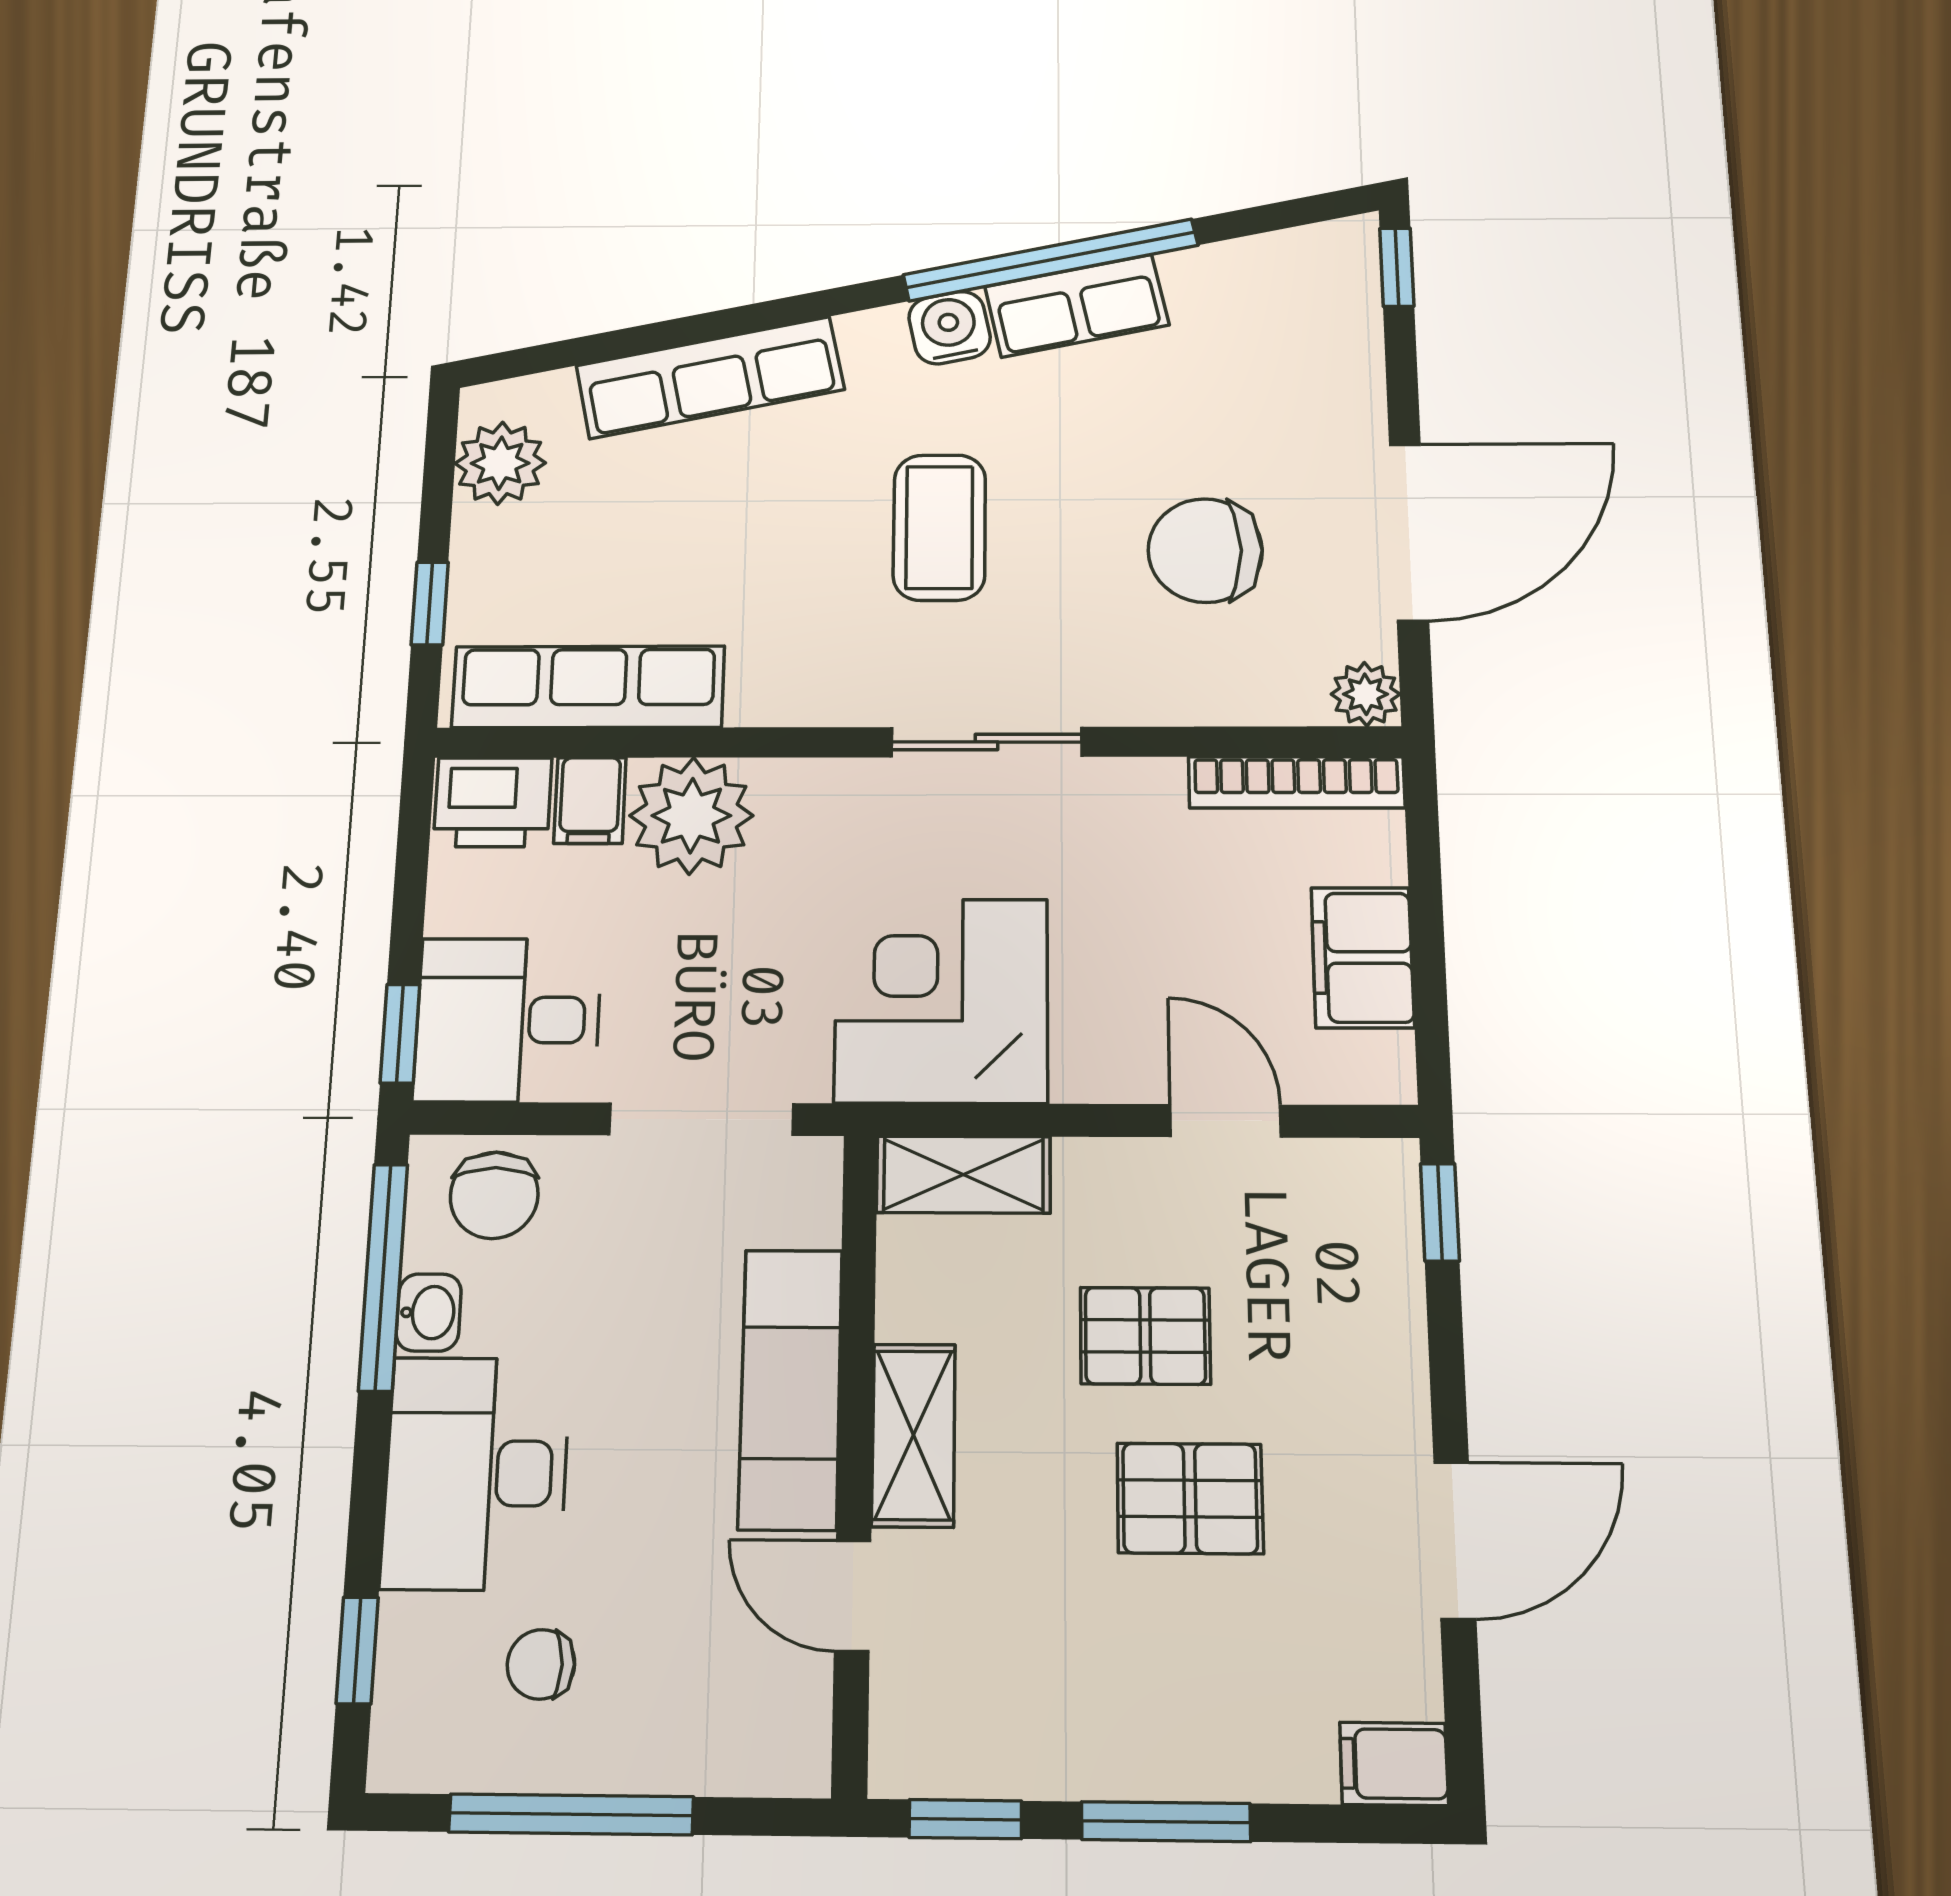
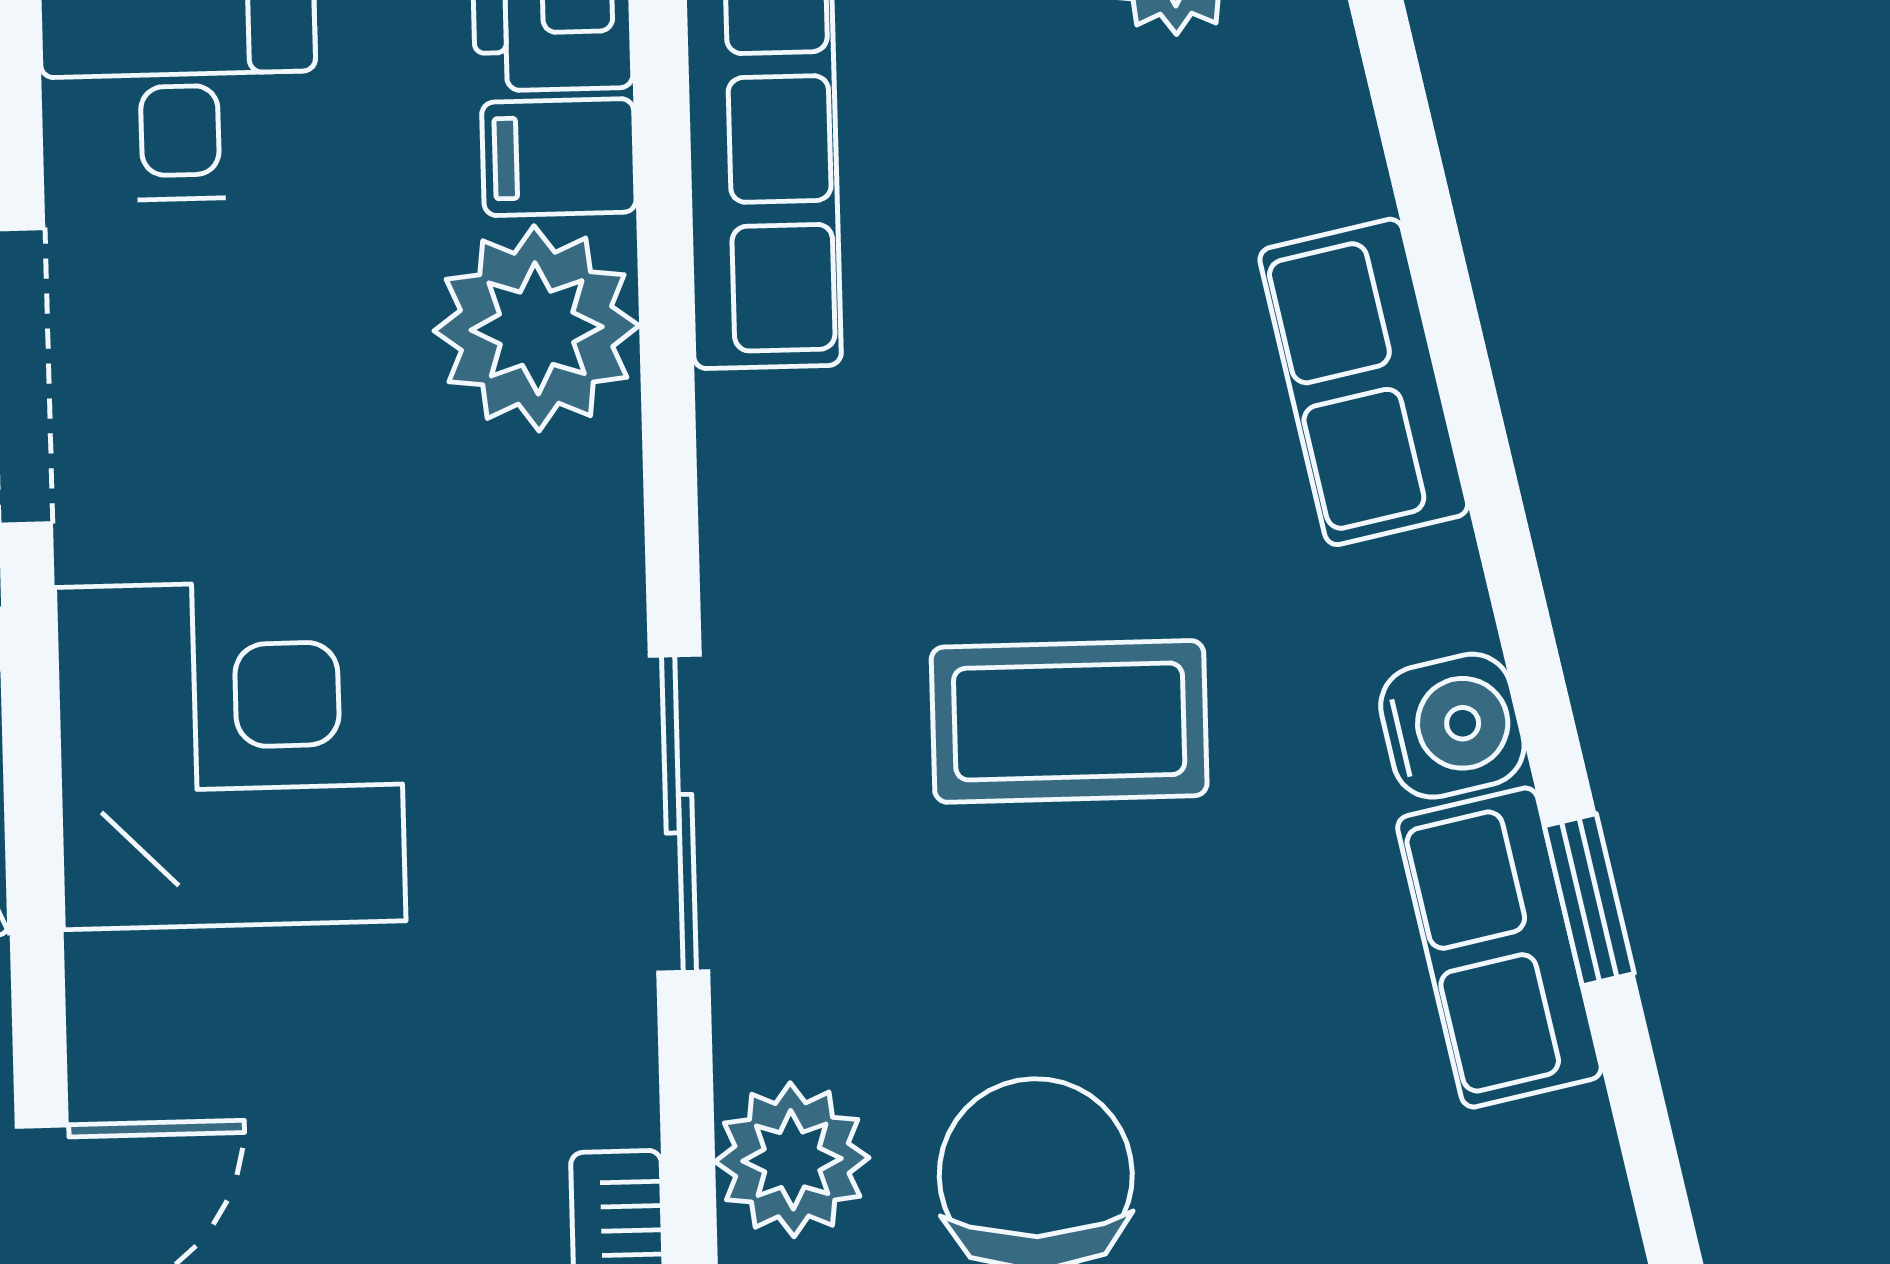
window: (1051, 260) -> (1589, 900), width x0.32
row of seats: (710, 378) -> (1364, 382), width x0.68
plant: (1195, 684) -> (792, 1160), added

